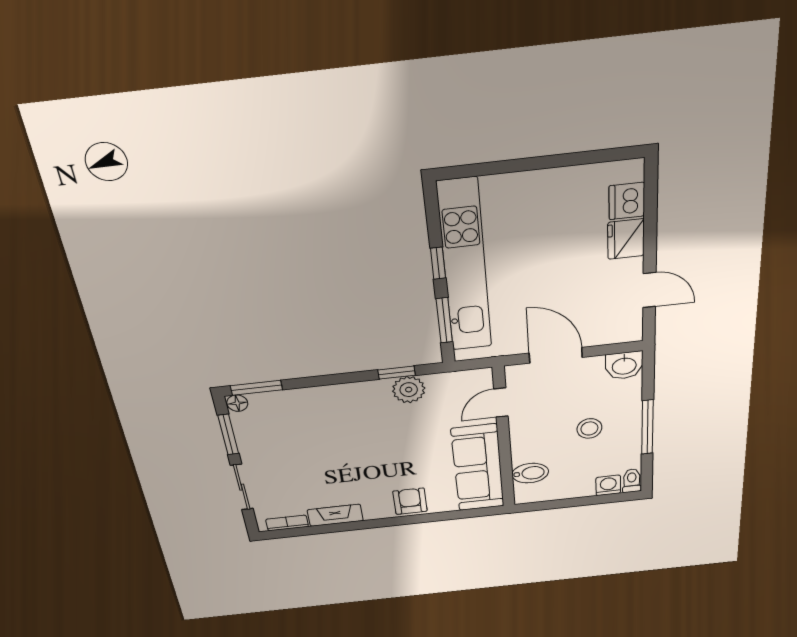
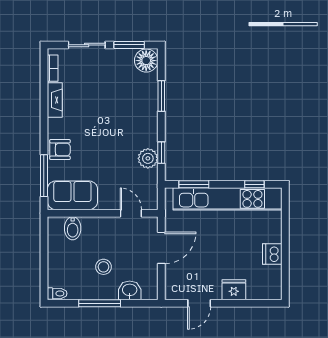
dishwasher: (627, 201) -> (272, 254), moved, turned -90
window: (438, 263) -> (254, 184), moved
washbasin: (624, 365) -> (130, 290), moved, turned 90
window: (256, 388) -> (161, 96), moved
floor lamp: (237, 403) -> (146, 61), width x1.89, depth x1.89
sofa: (478, 468) -> (72, 195), width x0.73
washing machine: (608, 485) -> (55, 278), removed
window: (452, 515) -> (44, 176), added

